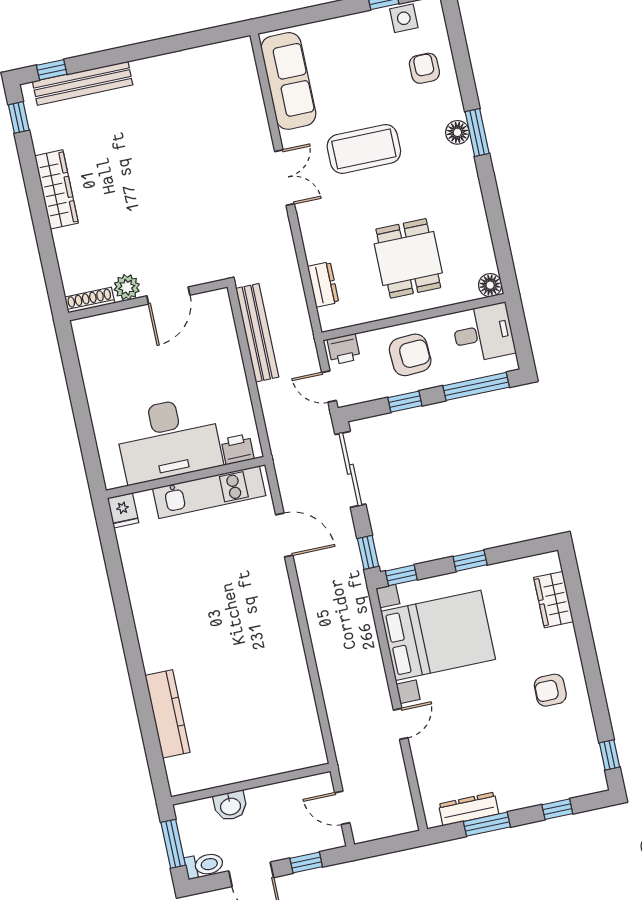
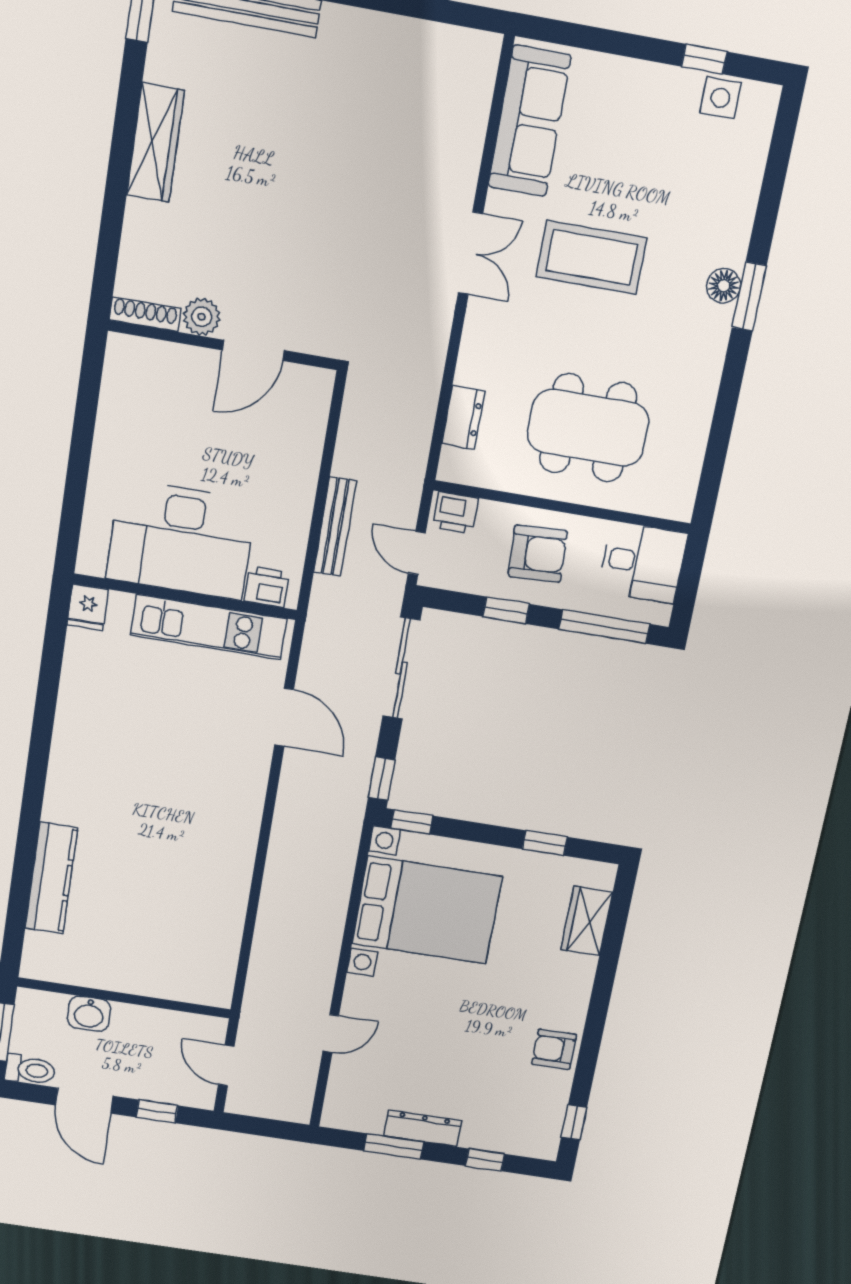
armchair: (424, 68) -> (718, 180), removed
dining table: (408, 258) -> (588, 428), width x1.38
floor lamp: (490, 285) -> (678, 505), removed
bench: (257, 333) -> (335, 527), moved, width x0.73, depth x0.82
window: (470, 561) -> (545, 843), moved
armchair: (550, 690) -> (554, 1049), moved
door: (401, 724) -> (331, 1033), moved
dresser: (469, 809) -> (423, 1128), moved

